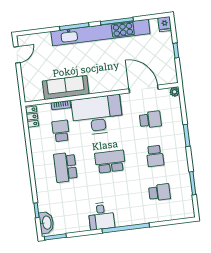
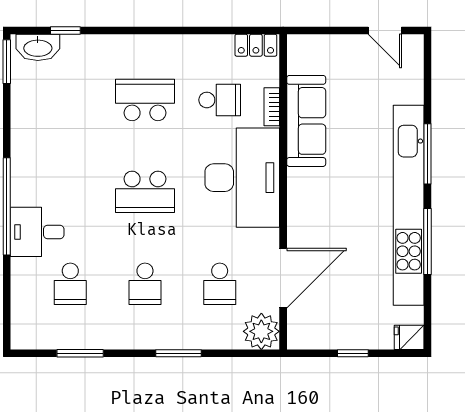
plant: (175, 92) -> (261, 331), width x1.88, depth x1.88
school desk: (155, 156) -> (145, 284), turned -90
school desk: (110, 162) -> (145, 192), turned 90
desk: (101, 216) -> (37, 232), moved

